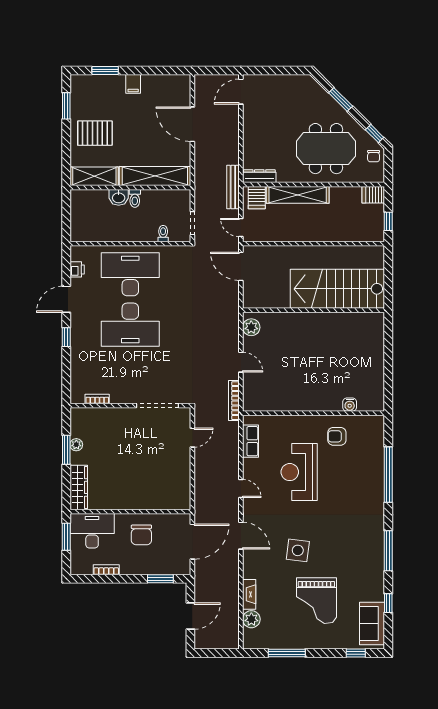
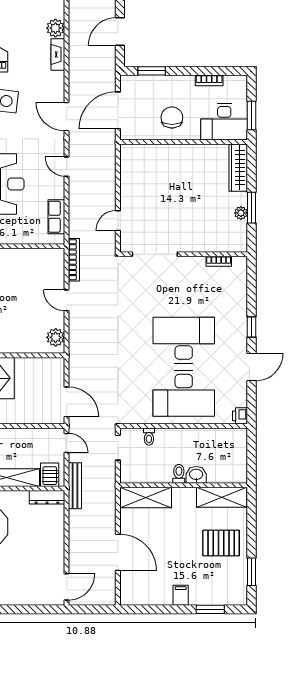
shelving: (155, 176) -> (146, 498), width x0.68
printer: (77, 269) -> (240, 416), moved

